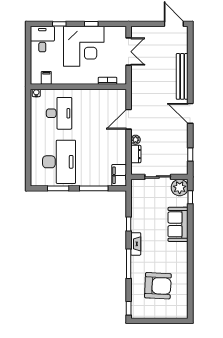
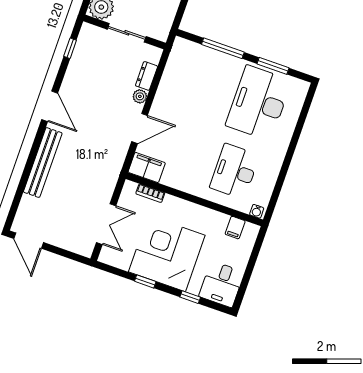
double door: (129, 52) -> (106, 224), swing flipped
filing cabinet: (119, 175) -> (147, 167), moved, turned -90

